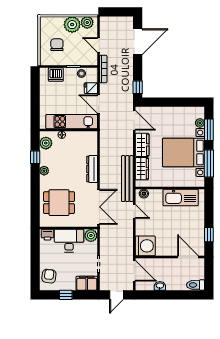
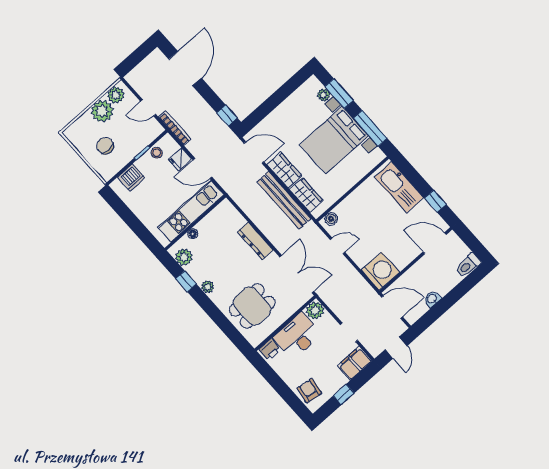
bench: (127, 179) -> (284, 200), moved
kitchen sink: (181, 197) -> (399, 187), moved, turned 90

